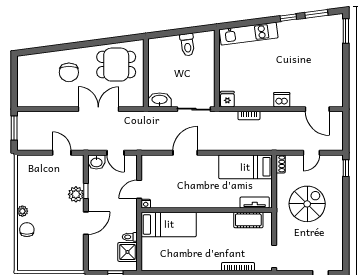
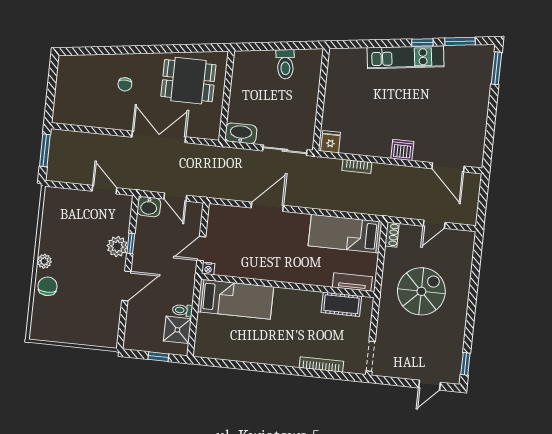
kitchen unit: (249, 34) -> (405, 57), moved
chair: (69, 72) -> (125, 84), width x0.54, depth x0.54
window: (346, 168) -> (465, 364), moved

